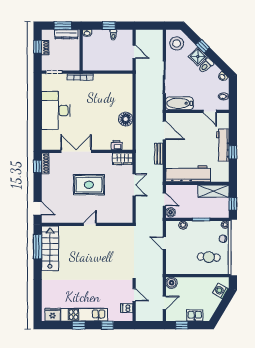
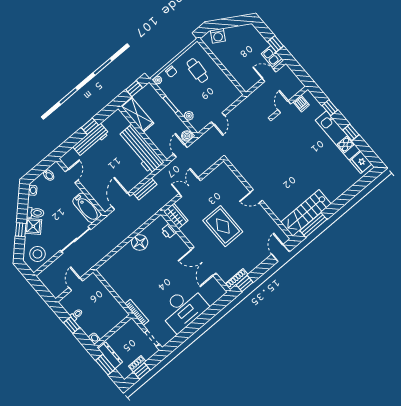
boiler: (171, 283) -> (247, 84), removed
kitchen sink: (195, 315) -> (272, 56), moved

